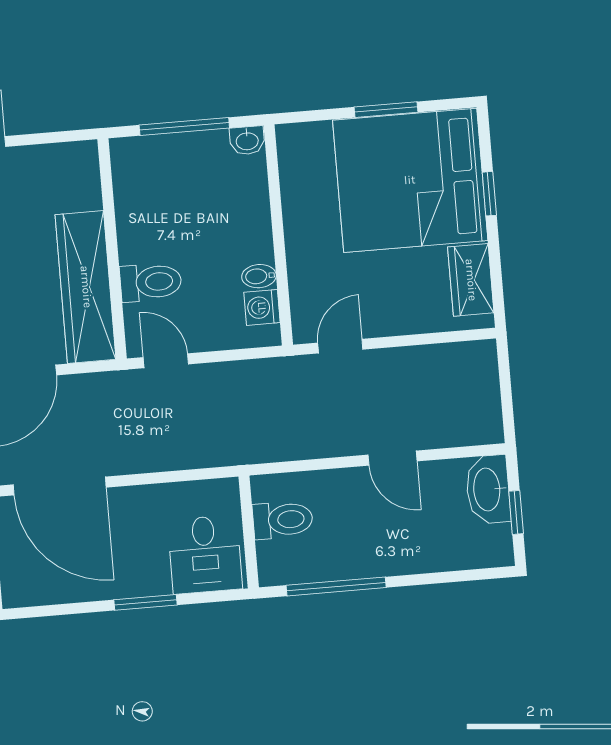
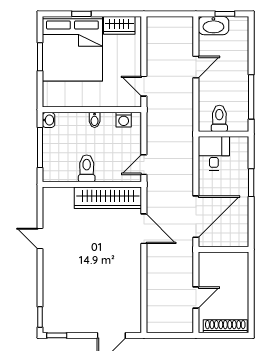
bidet: (259, 276) -> (95, 120), moved
toilet: (151, 282) -> (87, 168), moved
desk: (205, 554) -> (214, 153), moved, turned -90

